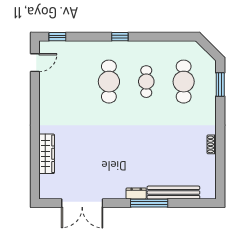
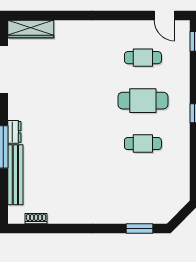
cafe table: (184, 82) -> (143, 58), moved, width x0.73, depth x0.74
shoe rack: (212, 144) -> (36, 219), moved
wardrobe: (47, 154) -> (31, 29), moved

